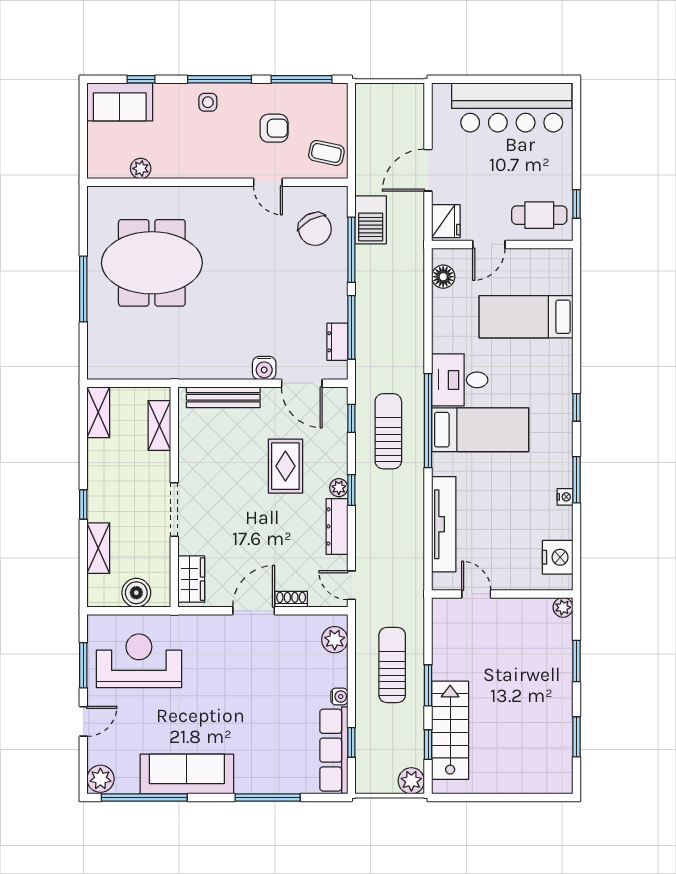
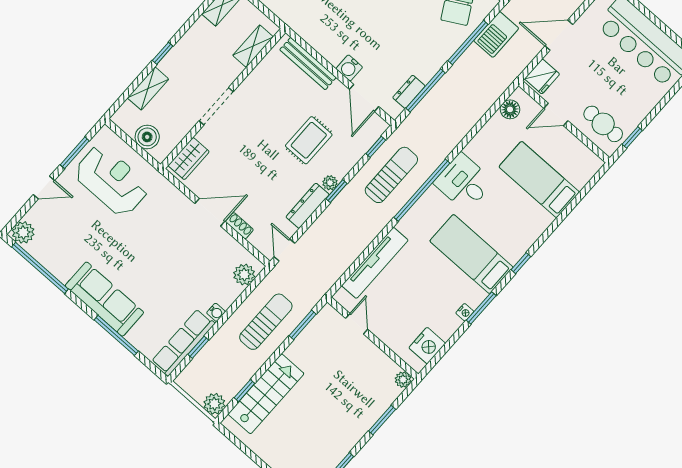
bed: (480, 430) -> (471, 254), moved, turned 180
window: (428, 685) -> (303, 325), moved
sofa: (187, 774) -> (104, 299), moved

